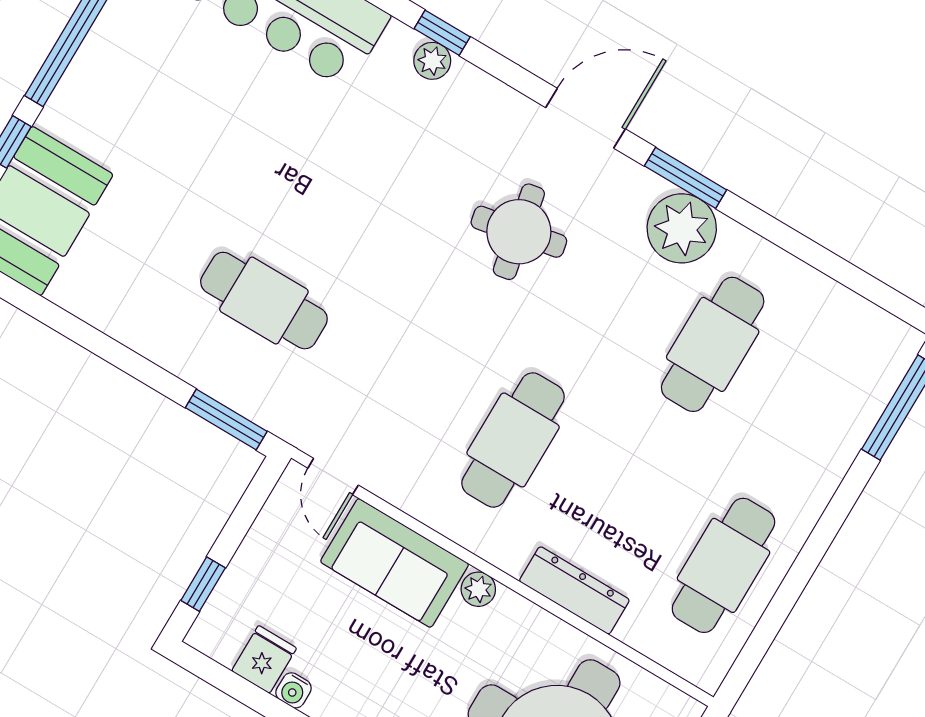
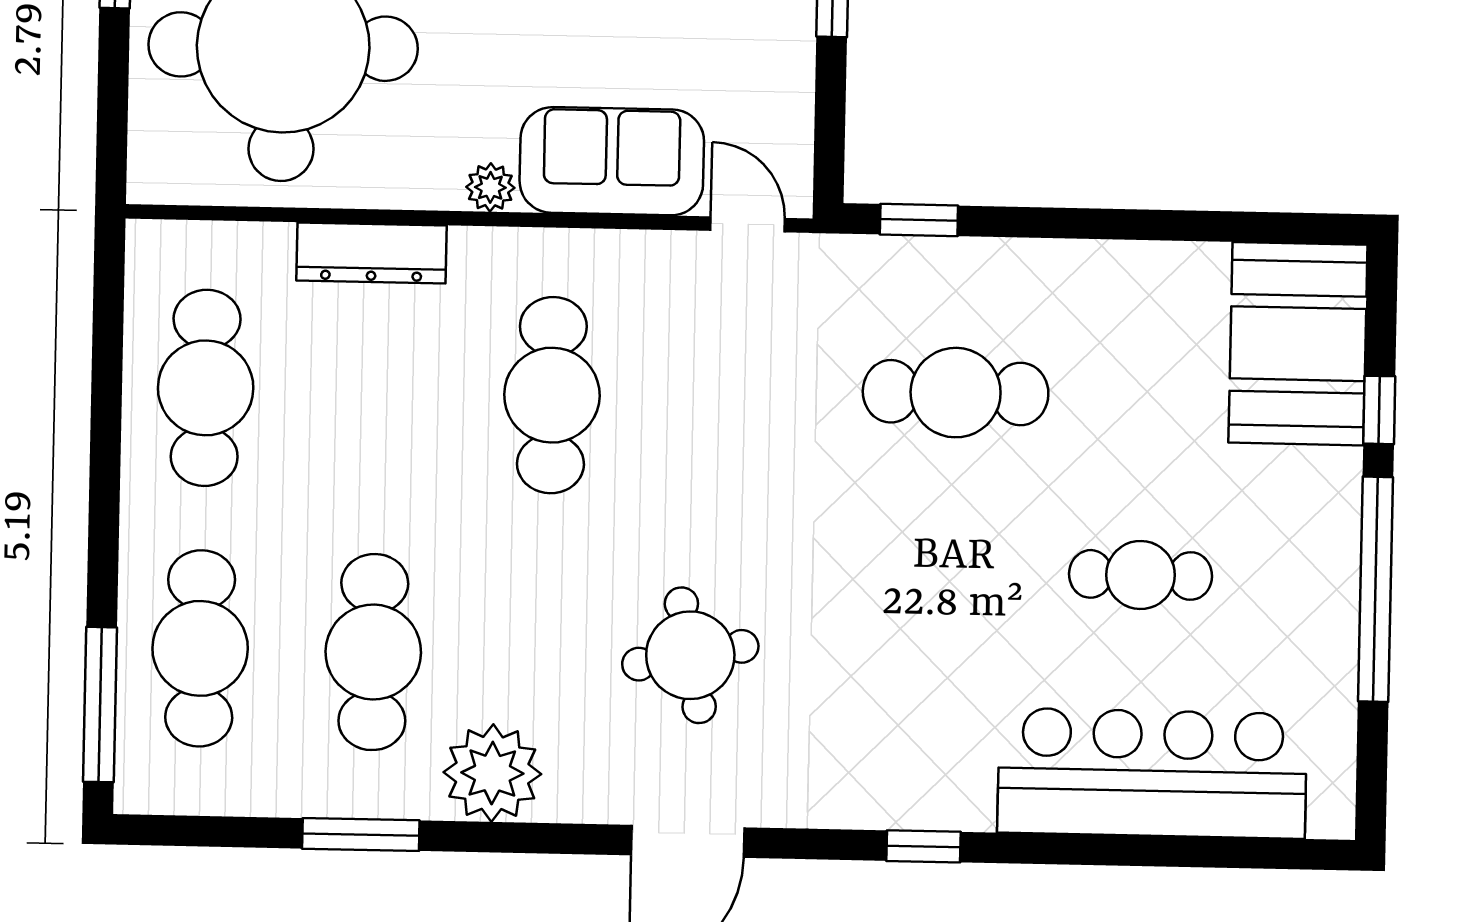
plant: (432, 61) -> (916, 805), removed
cafe table: (214, 124) -> (1141, 575), added
window: (686, 178) -> (361, 835), moved
cafe table: (818, 407) -> (200, 648), added
window: (226, 419) -> (919, 220), width x0.67

